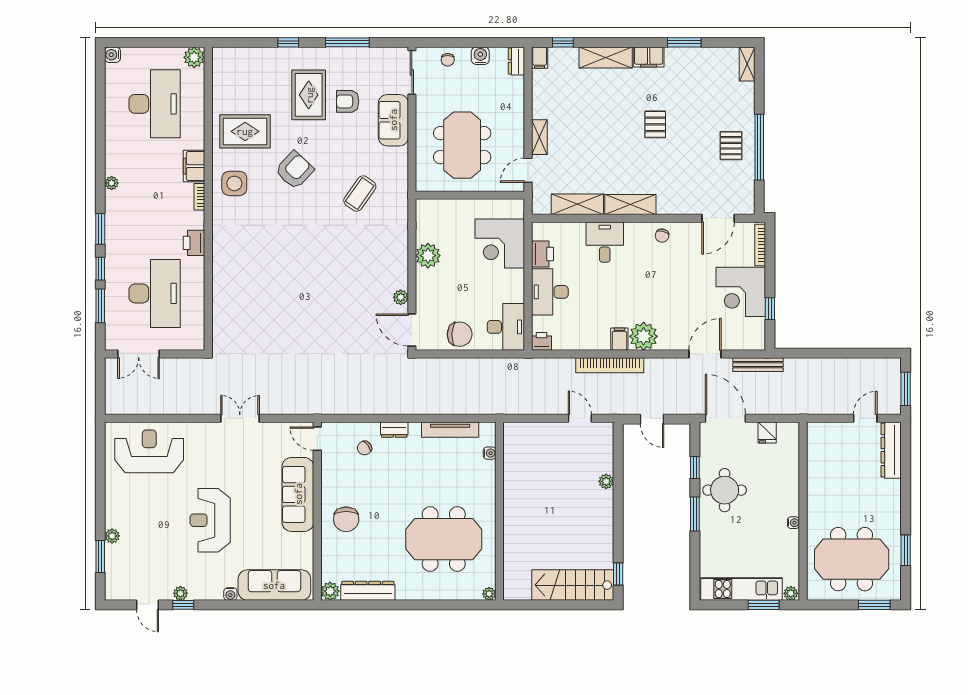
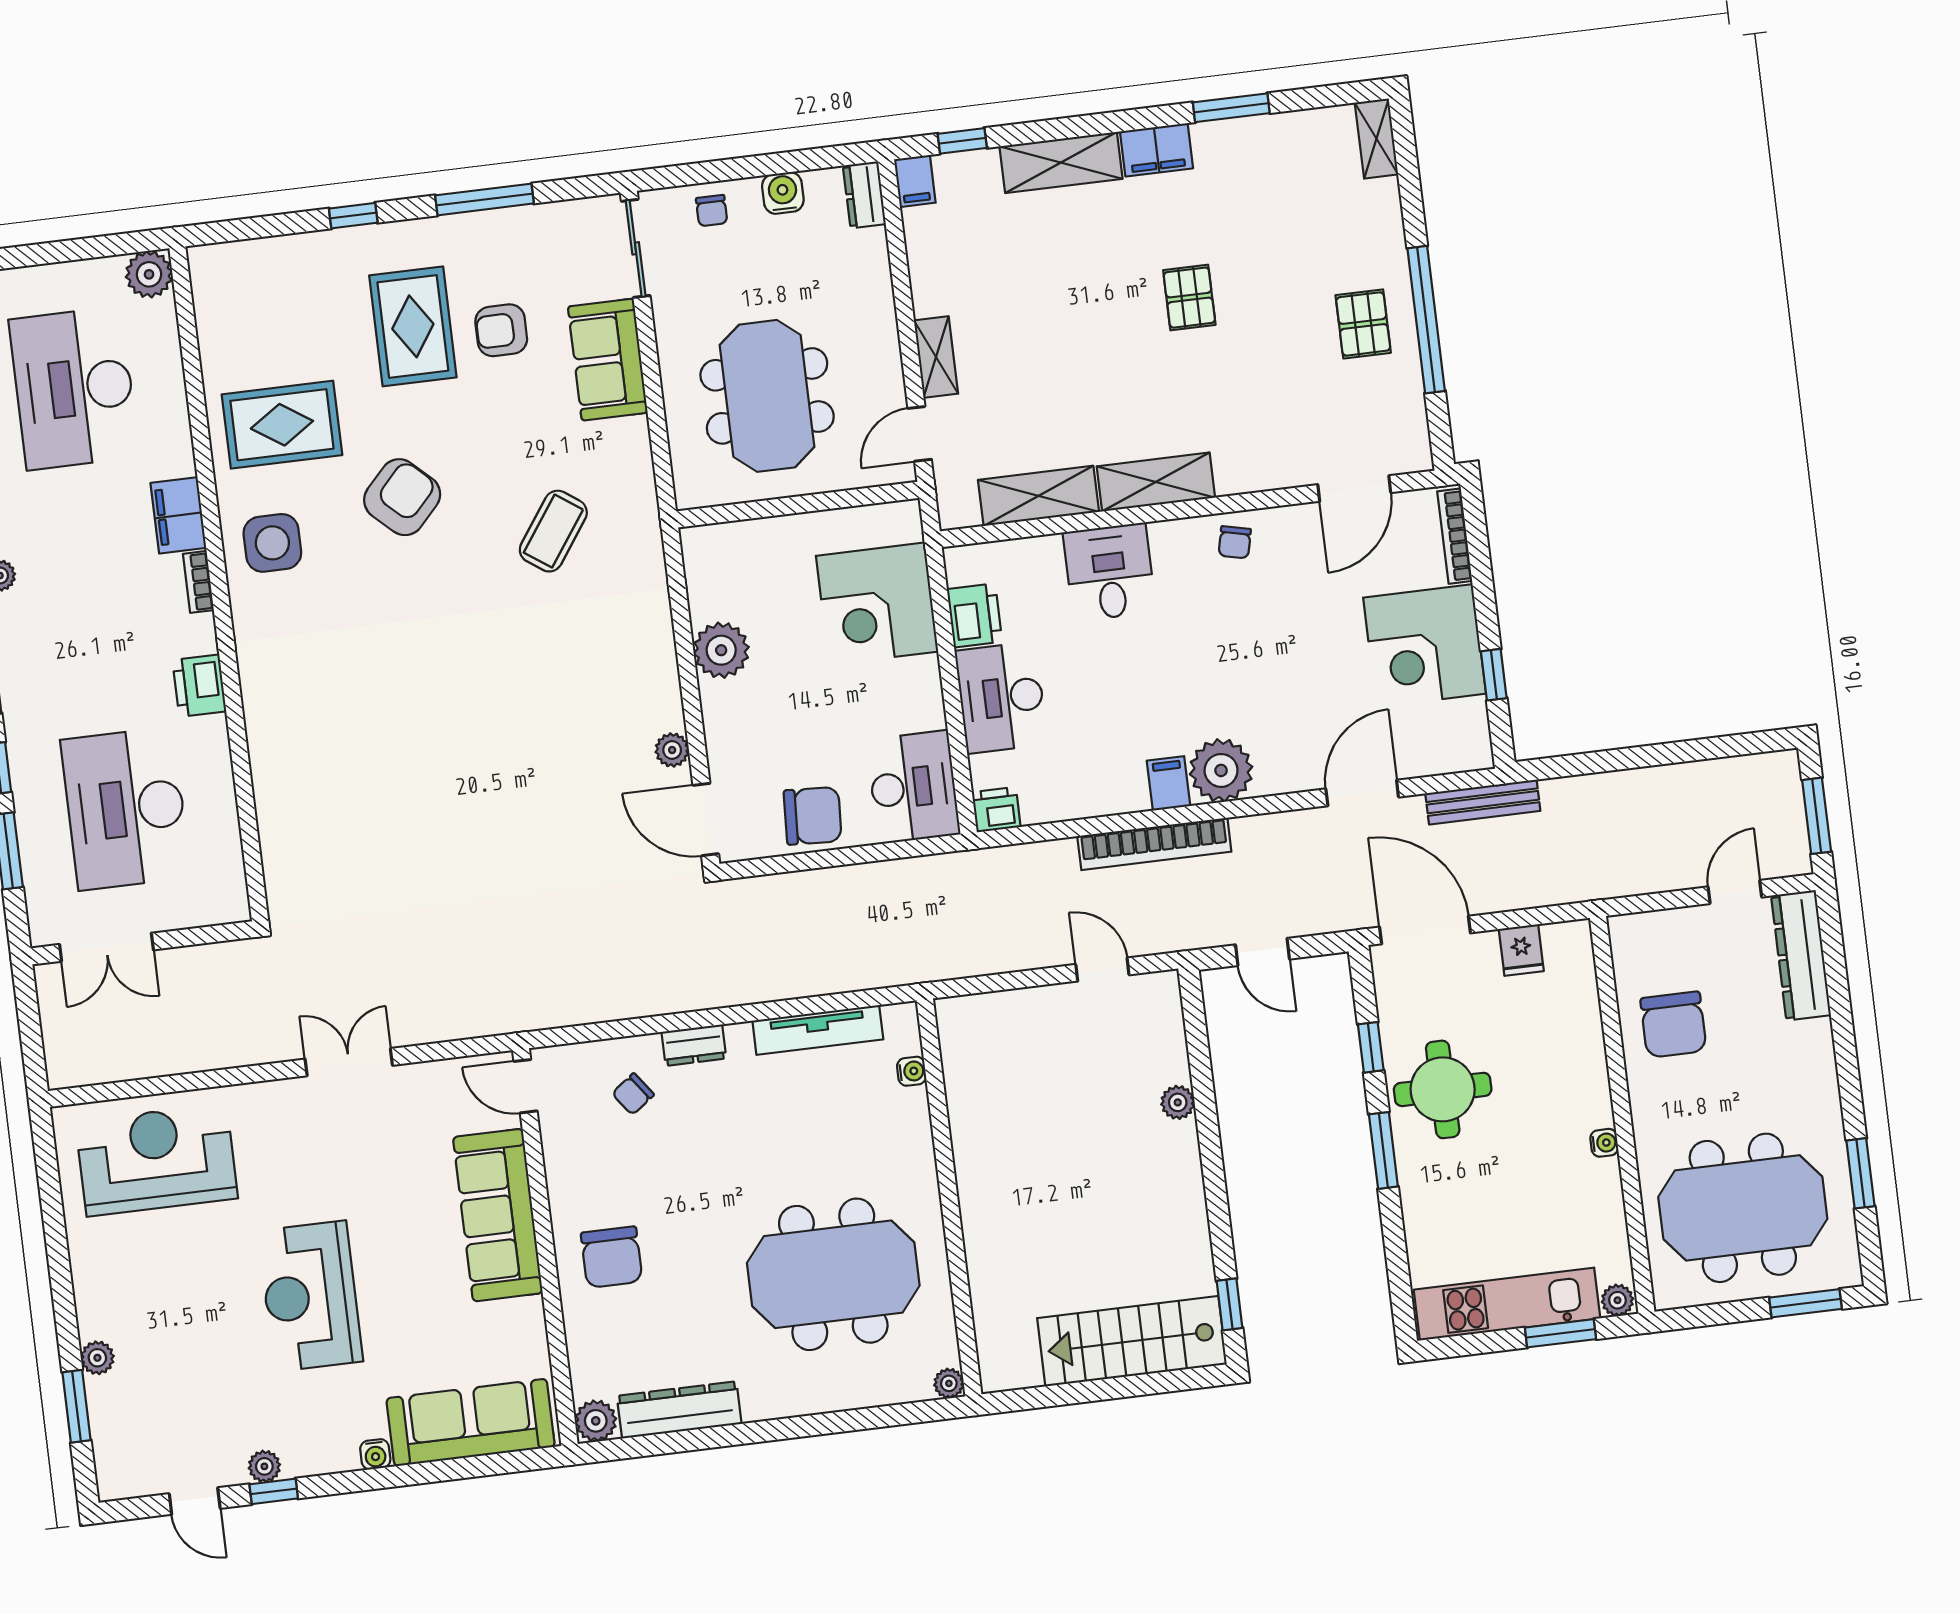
desk: (155, 104) -> (74, 388), turned 180
desk: (155, 293) -> (126, 809), turned 180
chair: (831, 474) -> (1673, 1025), added

